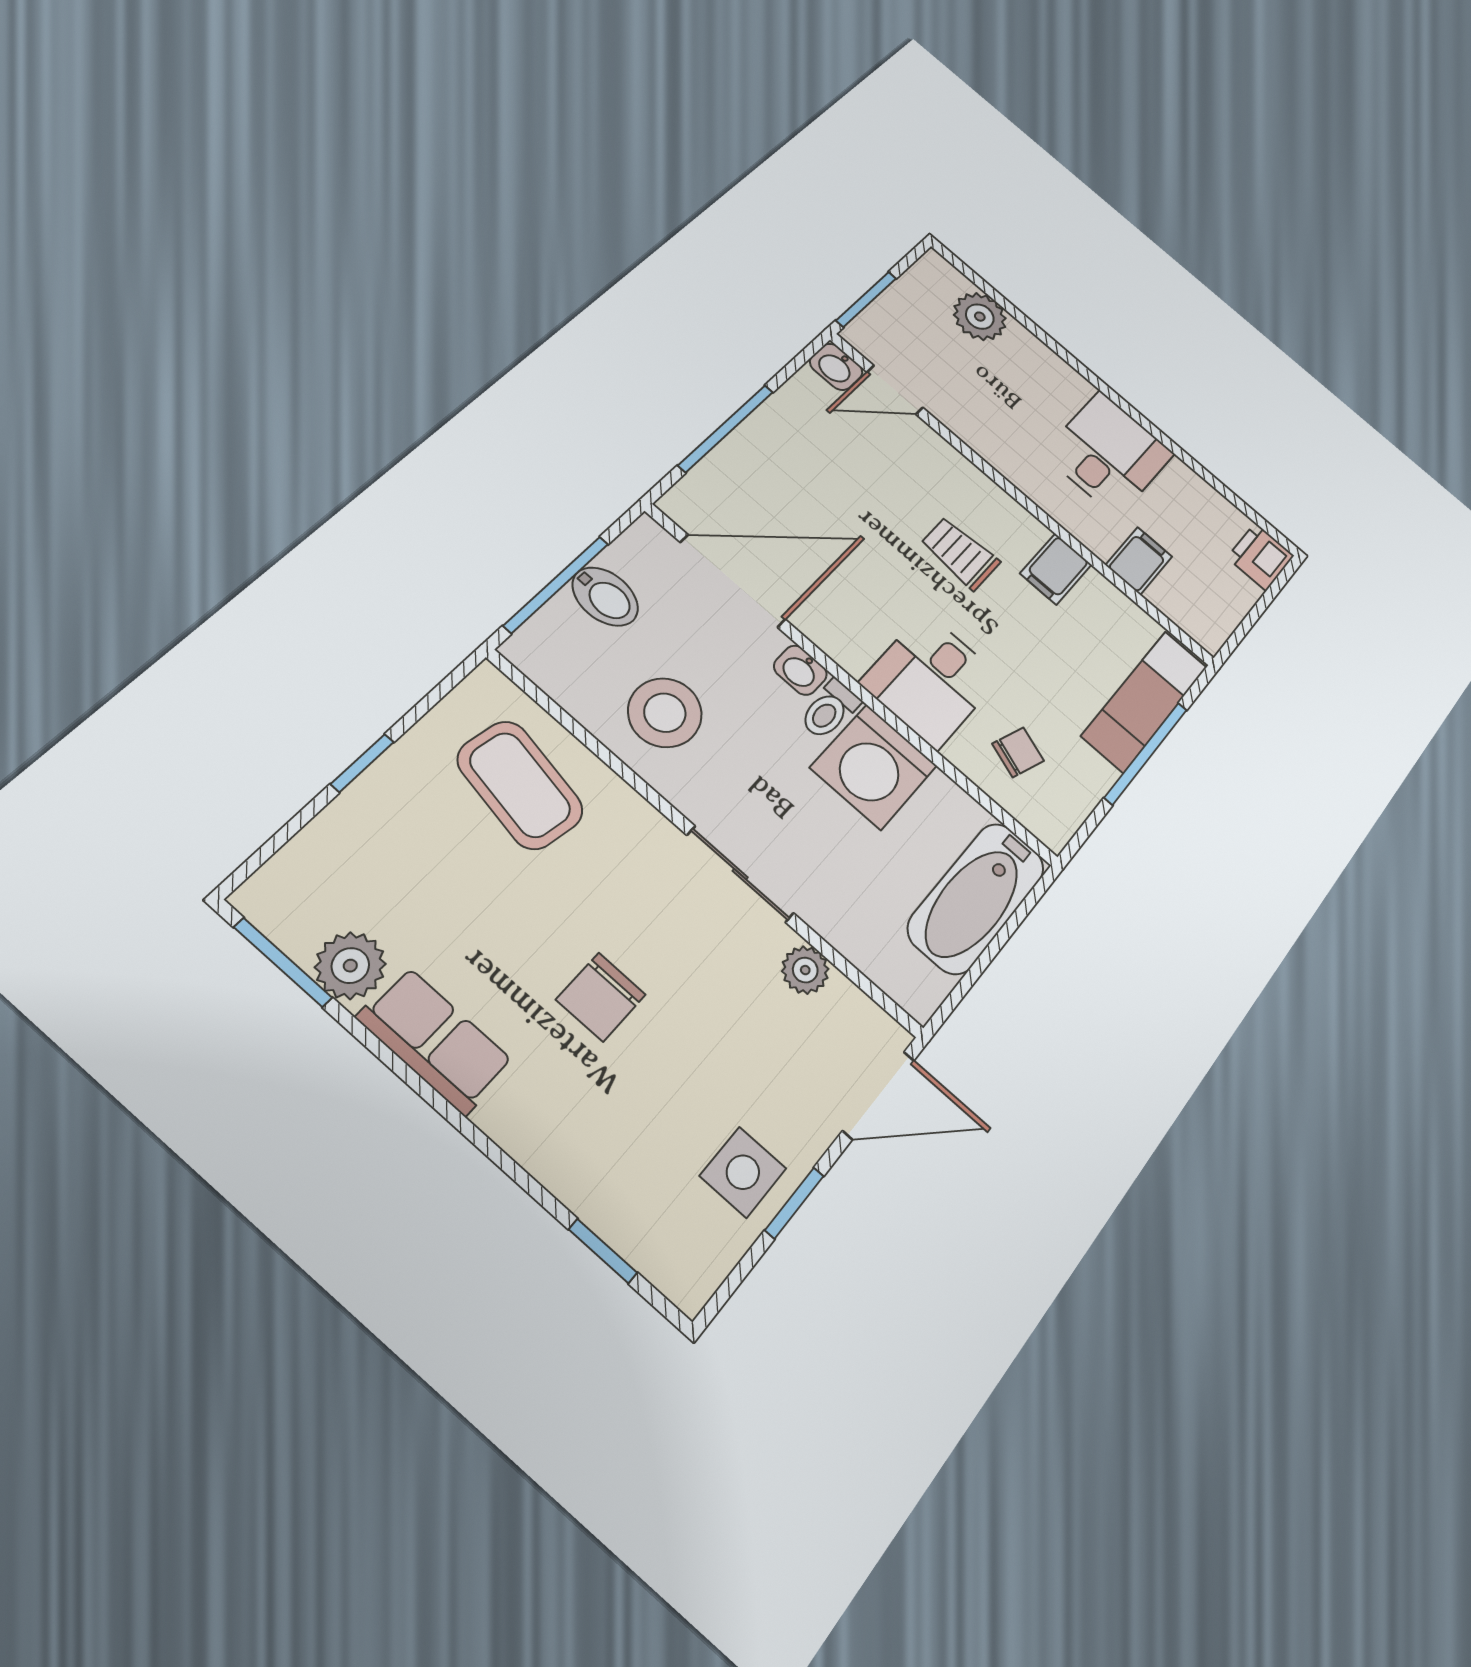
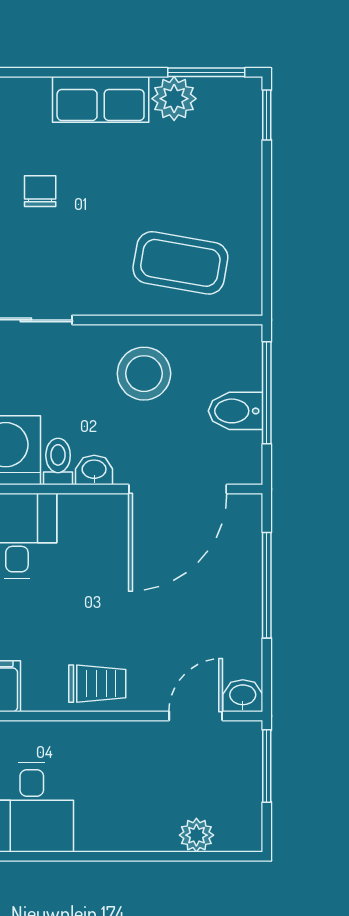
plant: (980, 317) -> (196, 835), width x0.73, depth x0.73
trolley: (960, 553) -> (97, 684), moved
window: (362, 763) -> (267, 115), moved
chair: (601, 997) -> (40, 191), width x0.73, depth x0.73

